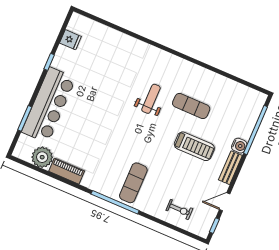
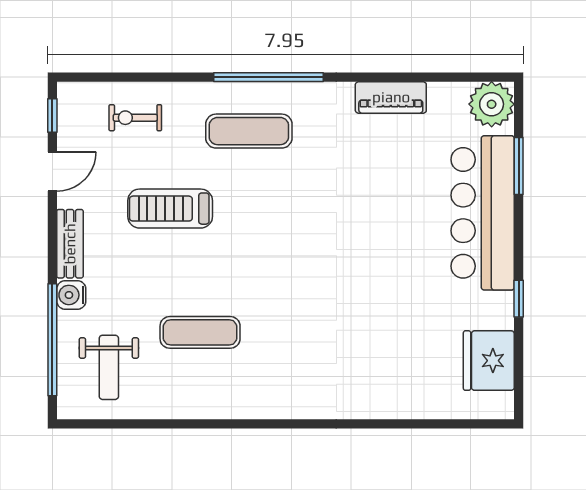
fridge: (70, 40) -> (489, 361), width x1.88, depth x1.34
weight bench: (151, 99) -> (109, 367), moved
treadmill: (194, 146) -> (170, 209), moved
plant: (42, 157) -> (492, 104), moved
exercise mat: (133, 183) -> (249, 131), turned 90

